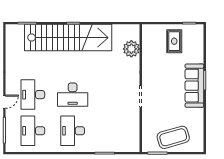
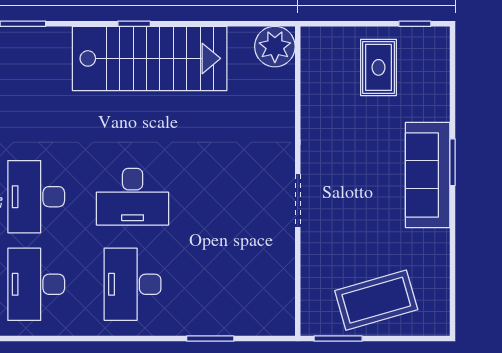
stairs: (68, 38) -> (150, 58), width x0.73
plant: (131, 49) -> (275, 47), moved

